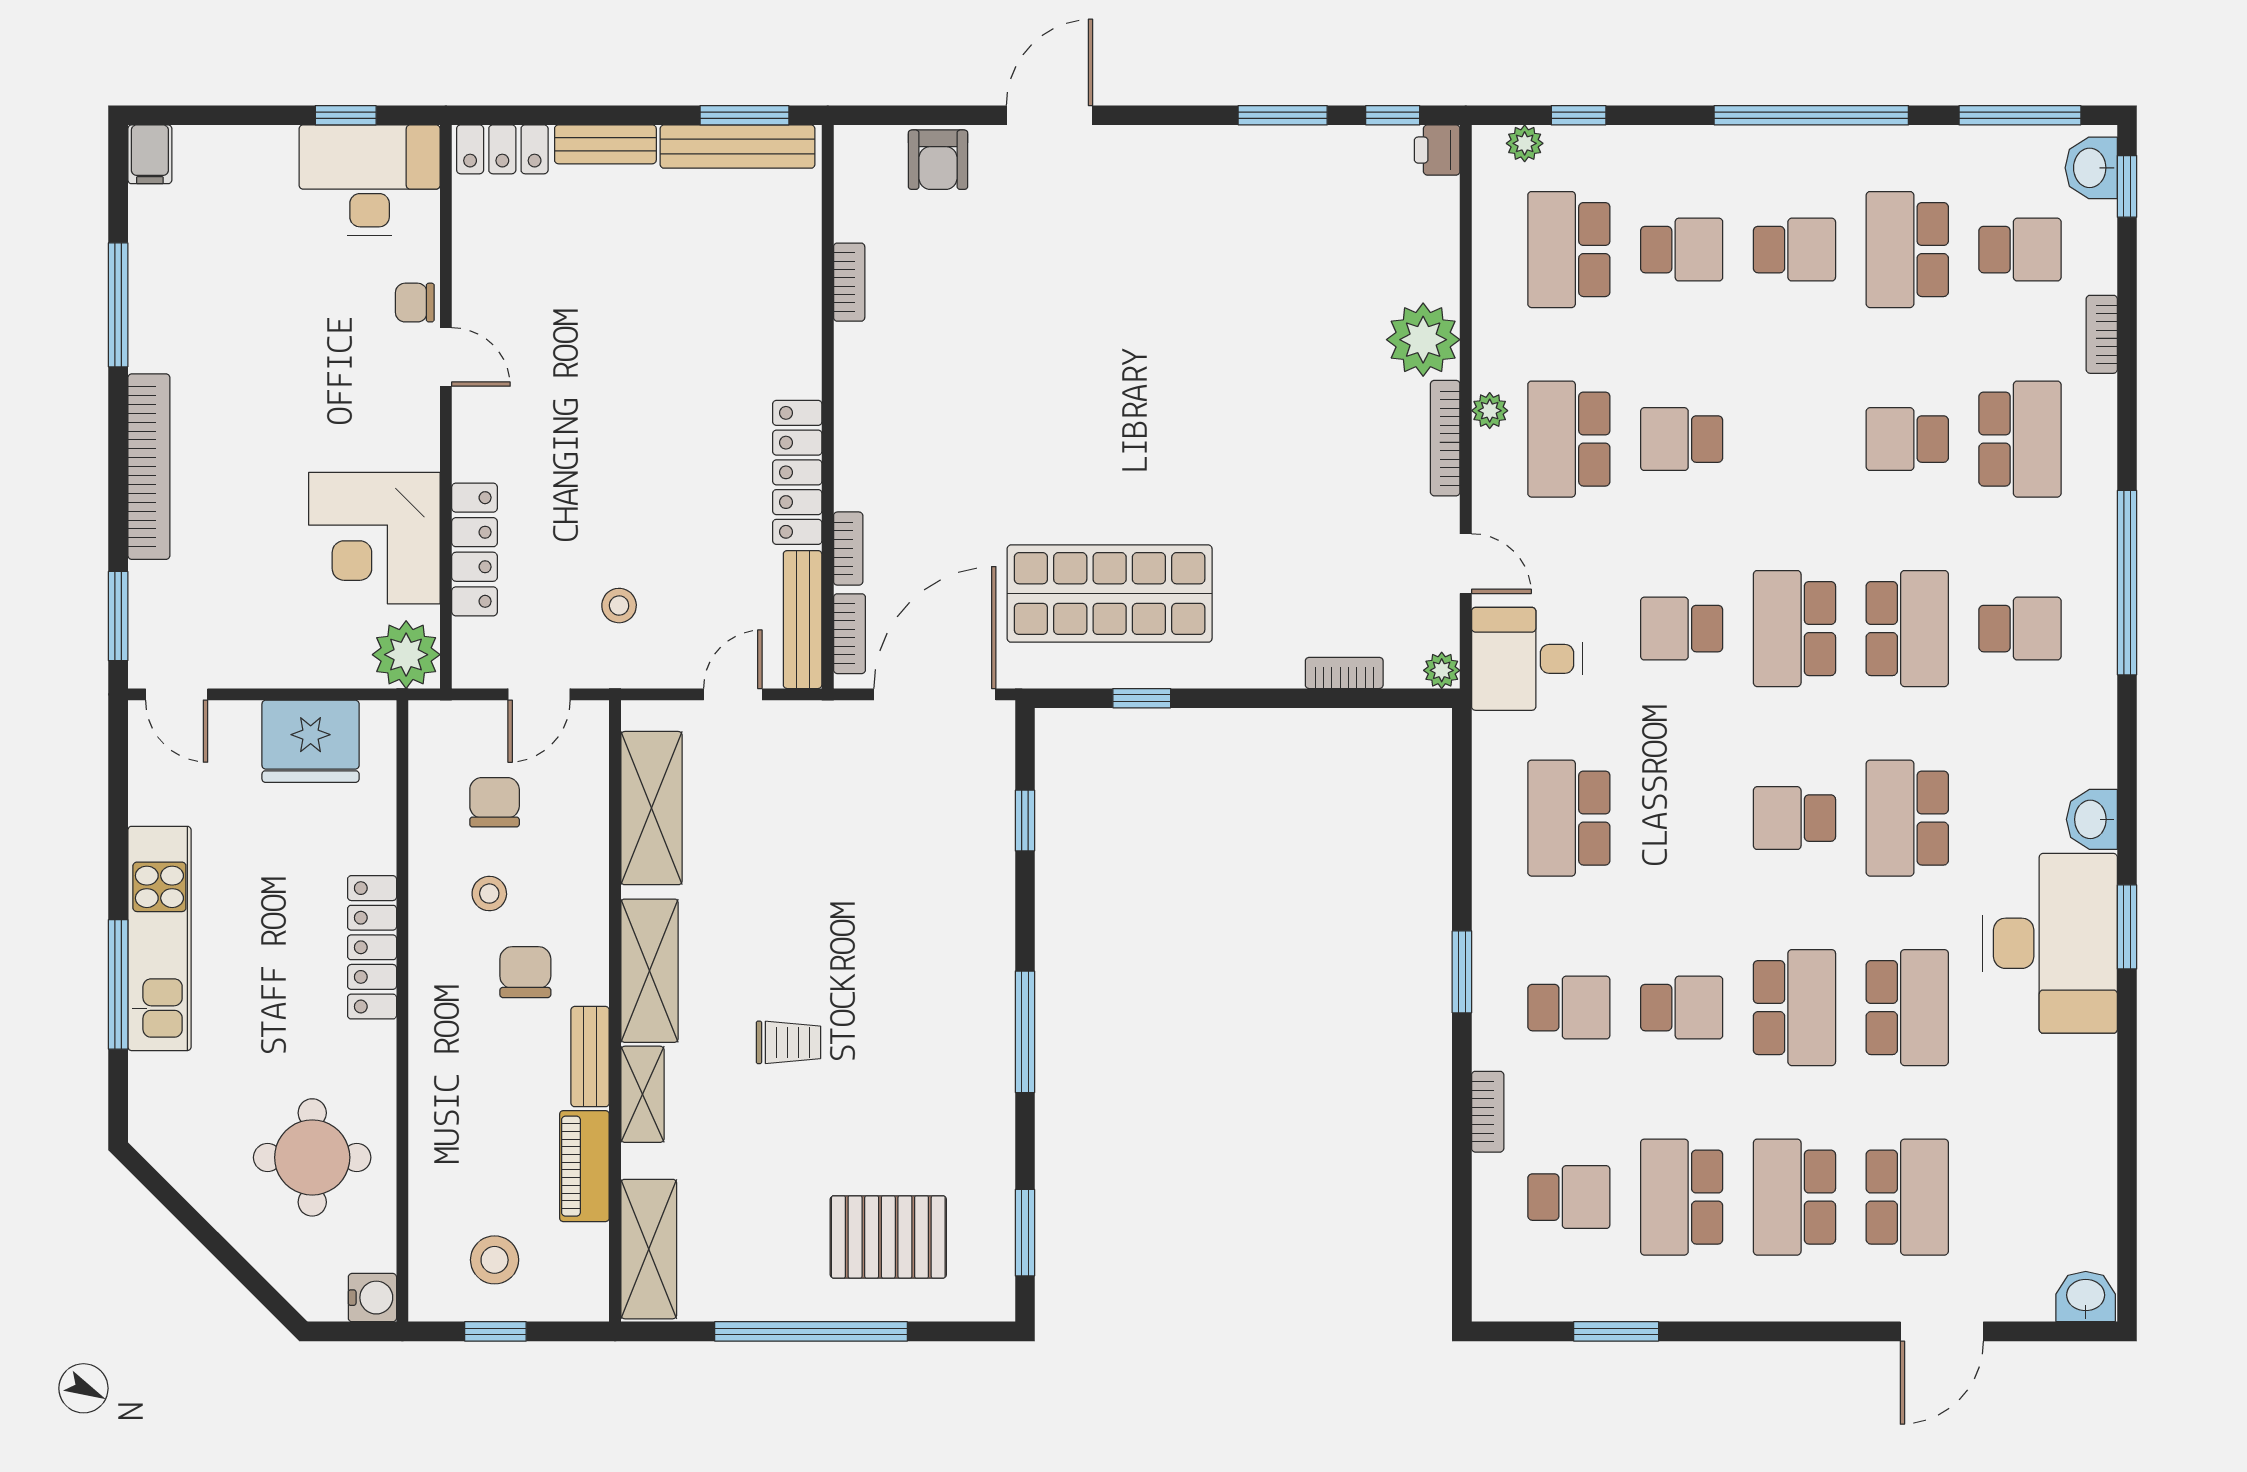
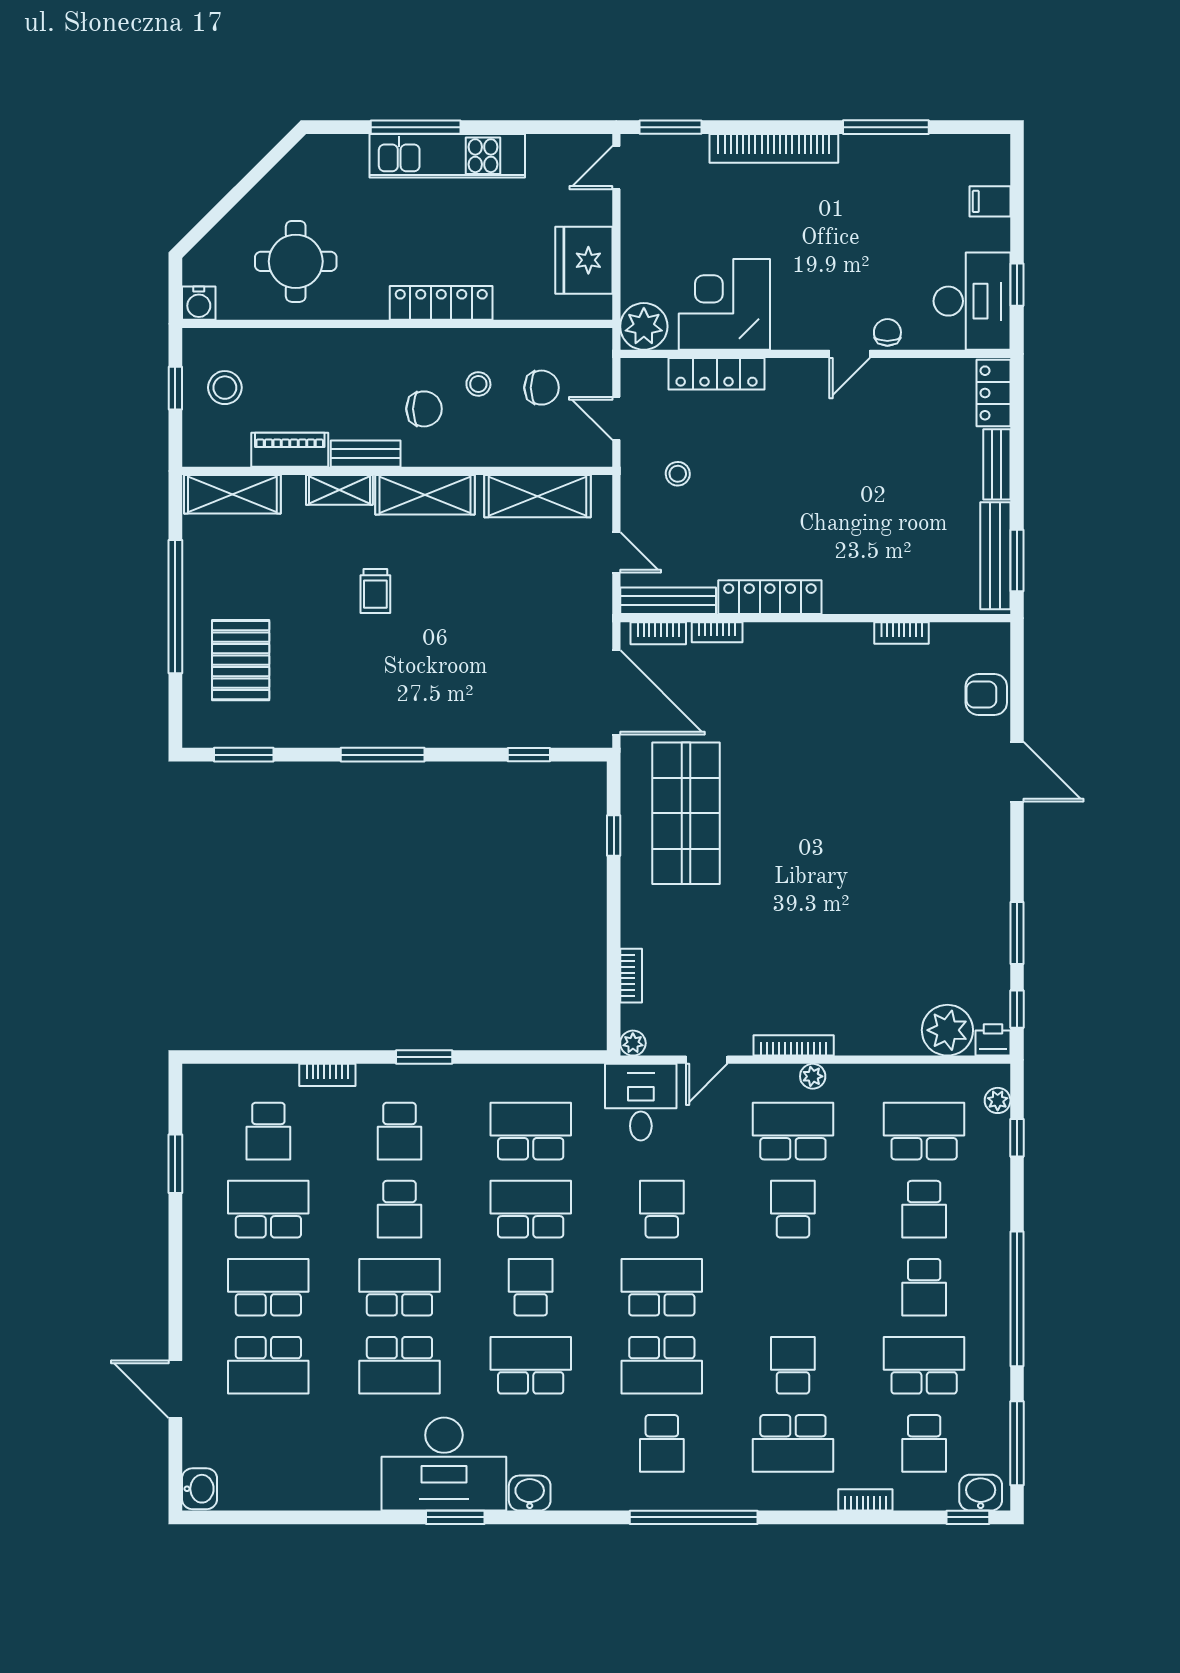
filing cabinet: (150, 154) -> (990, 201), moved
plant: (1423, 340) -> (947, 1030), moved
school desk: (1682, 818) -> (531, 1209), added
school desk: (1794, 1008) -> (399, 1287), turned 180

